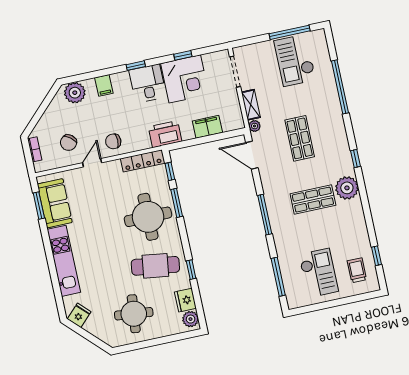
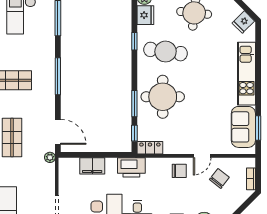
shelving: (251, 105) -> (49, 177), removed
locker: (143, 161) -> (150, 148), width x0.66

